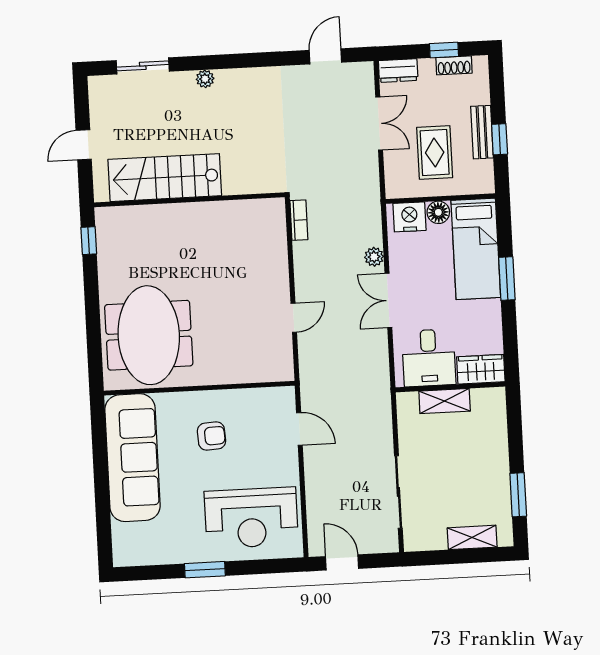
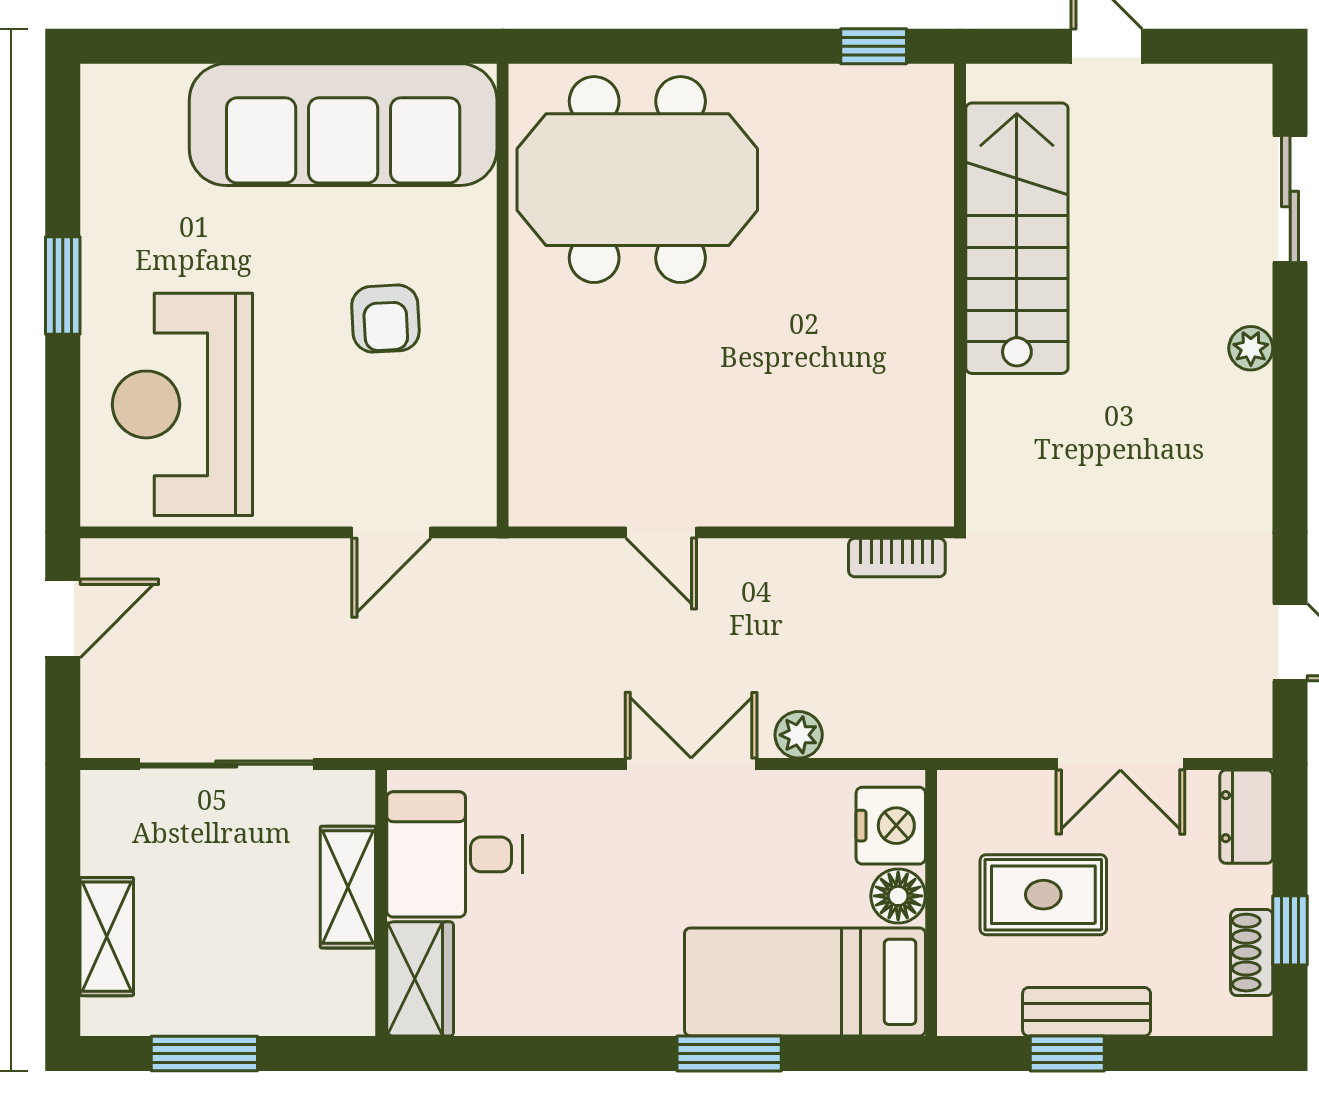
desk: (429, 358) -> (455, 854), moved
wardrobe: (481, 369) -> (420, 979), moved
wall: (450, 387) -> (381, 903), moved
shelving: (445, 401) -> (348, 887), moved

